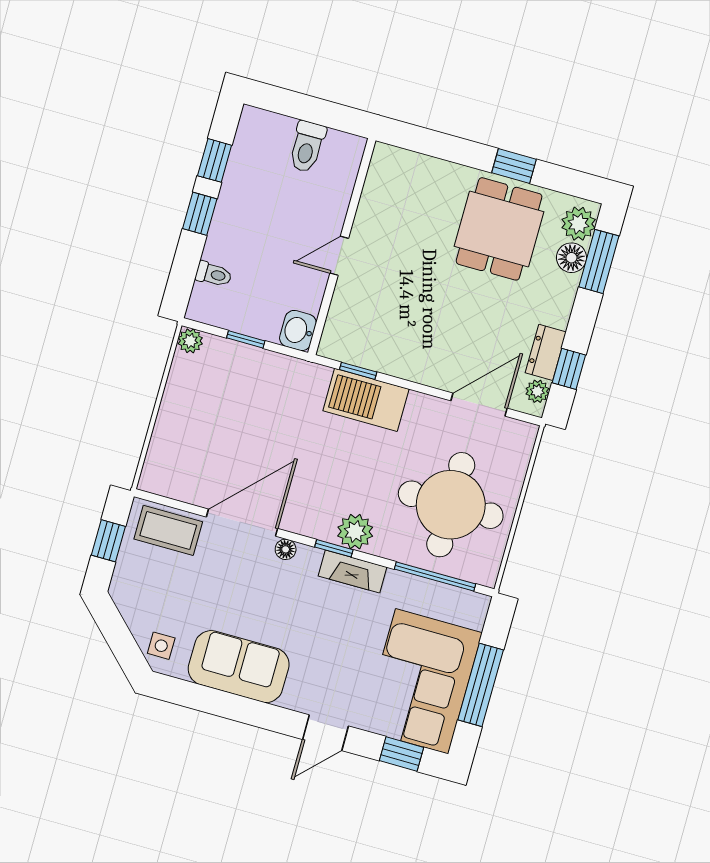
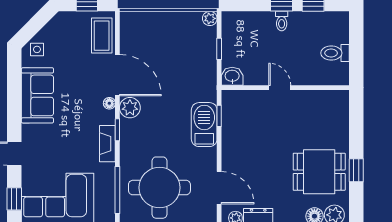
toilet: (214, 274) -> (282, 21), moved
plant: (355, 532) -> (130, 108), moved

